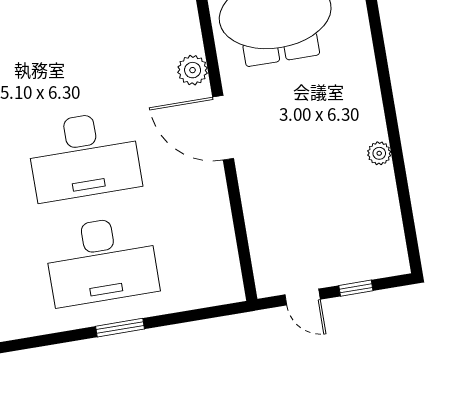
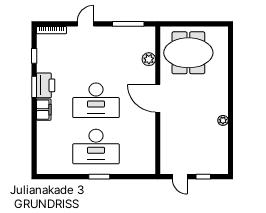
plant: (193, 70) -> (149, 59), moved

